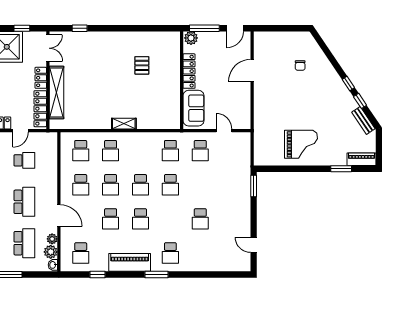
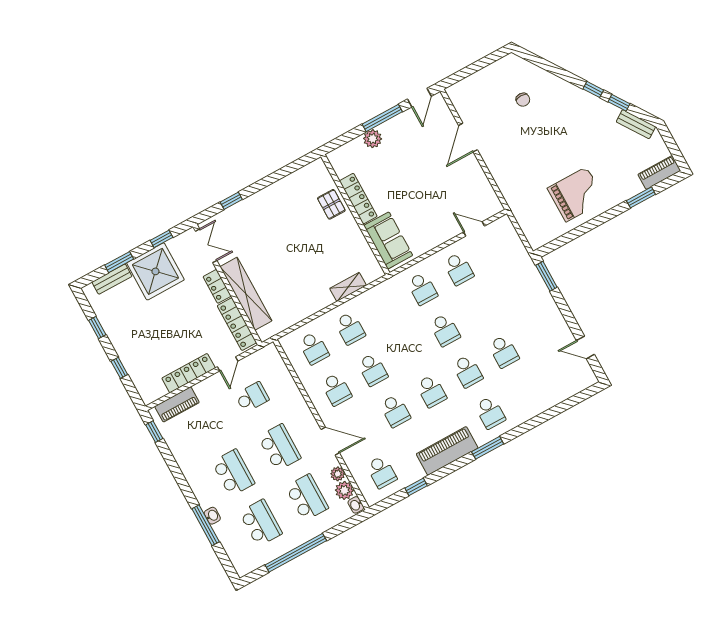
locker: (189, 71) -> (358, 199), moved
wall: (182, 80) -> (355, 215), moved
sofa: (193, 108) -> (388, 240), moved
school desk: (140, 185) -> (467, 371), moved

